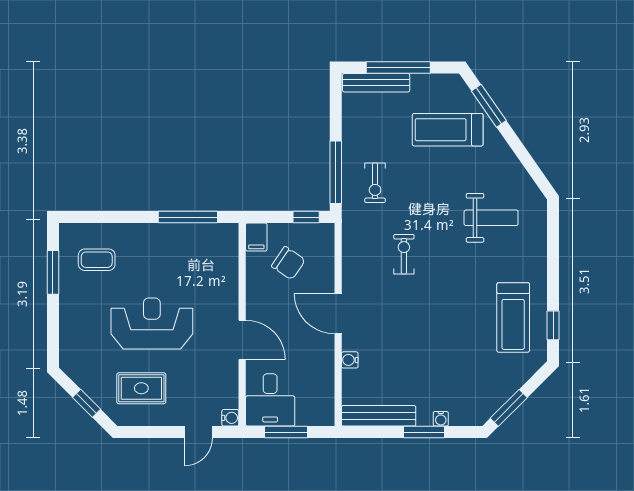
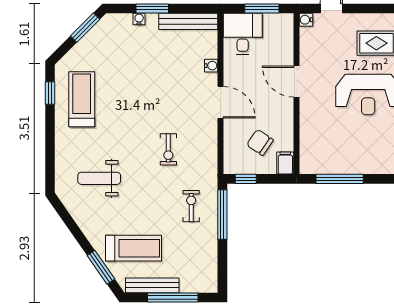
bench: (376, 83) -> (152, 285), moved
desk: (270, 400) -> (243, 34), moved

